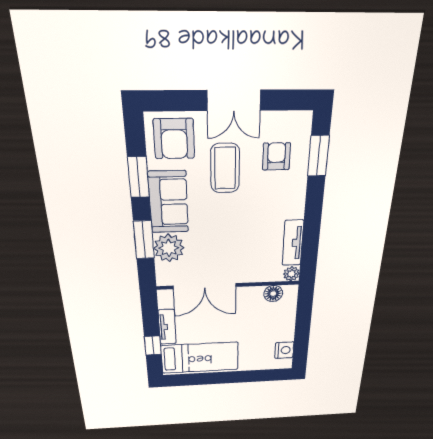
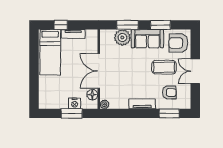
tv unit: (293, 243) -> (142, 104), moved
double door: (205, 286) -> (99, 71), moved
window: (303, 323) -> (72, 113), added
nightstand: (284, 350) -> (75, 103), moved

